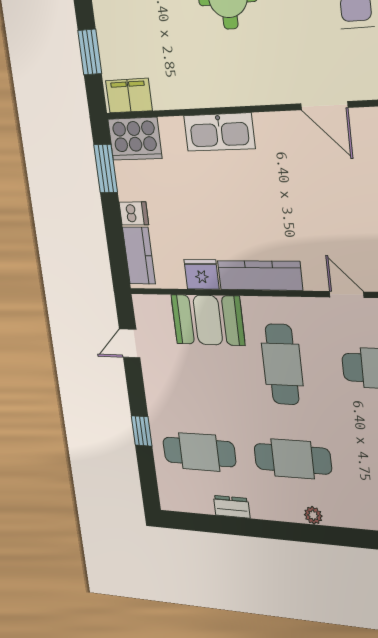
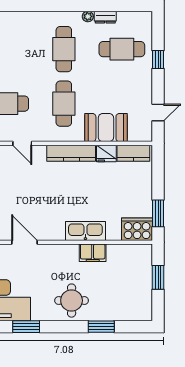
filing cabinet: (129, 96) -> (93, 253), moved
dishwasher: (134, 213) -> (144, 188), removed
kitchen counter: (139, 256) -> (133, 153), moved, turned -90
cafe table: (293, 459) -> (64, 49), turned 90
plant: (313, 515) -> (88, 16), moved

